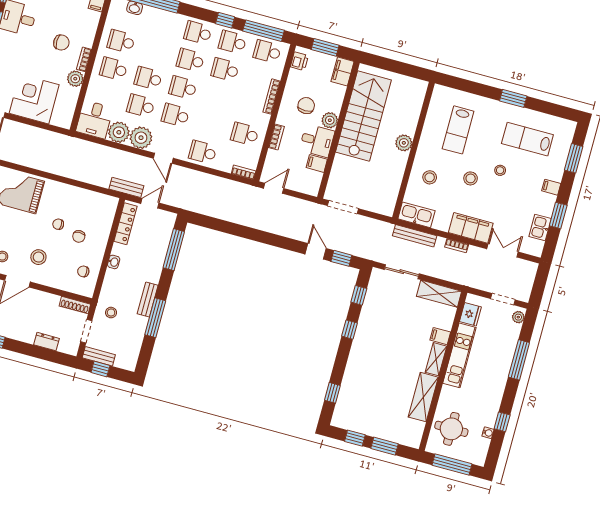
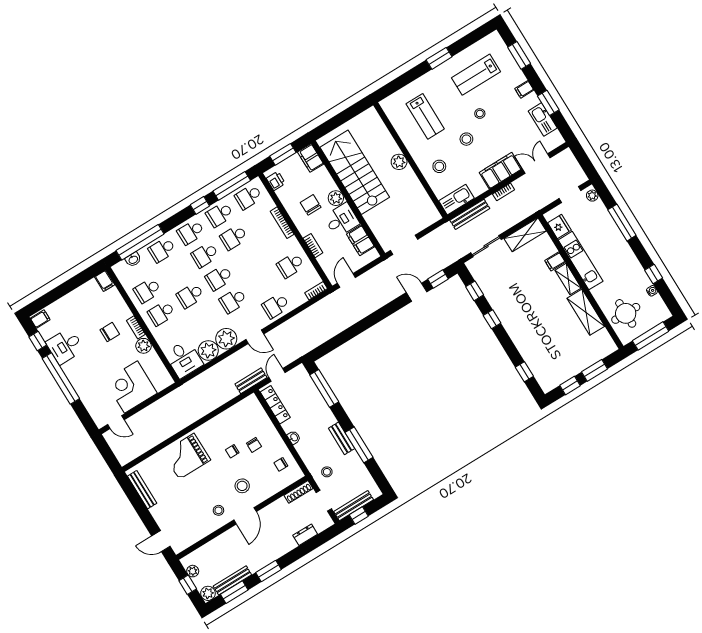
school desk: (141, 106) -> (162, 250), moved
filing cabinet: (317, 163) -> (360, 240), width x2.00
kitchen sink: (540, 228) -> (543, 119), width x1.38
bench: (99, 356) -> (354, 506), width x1.36

